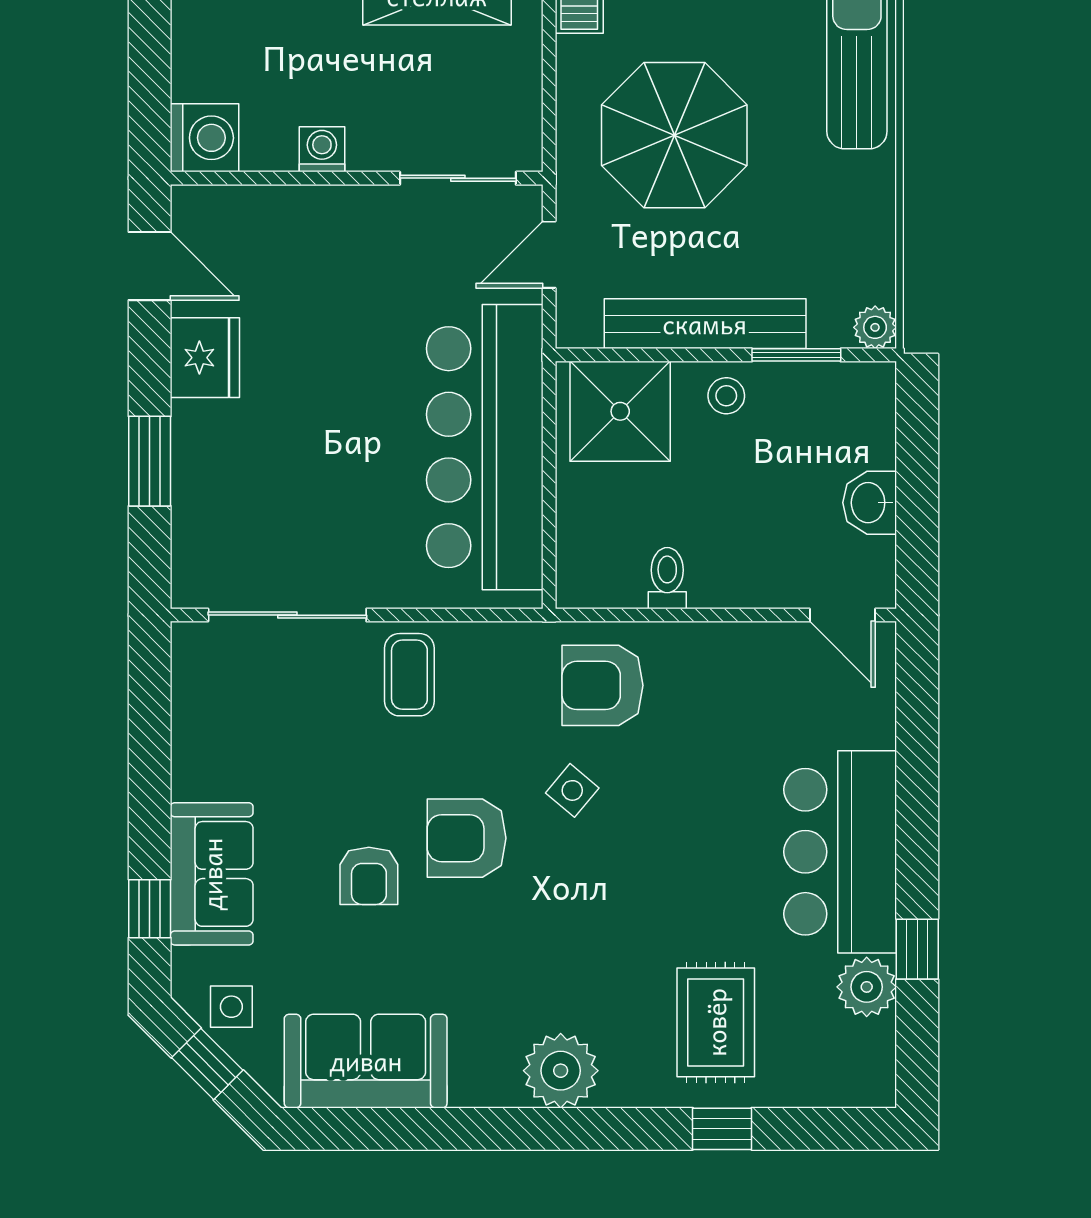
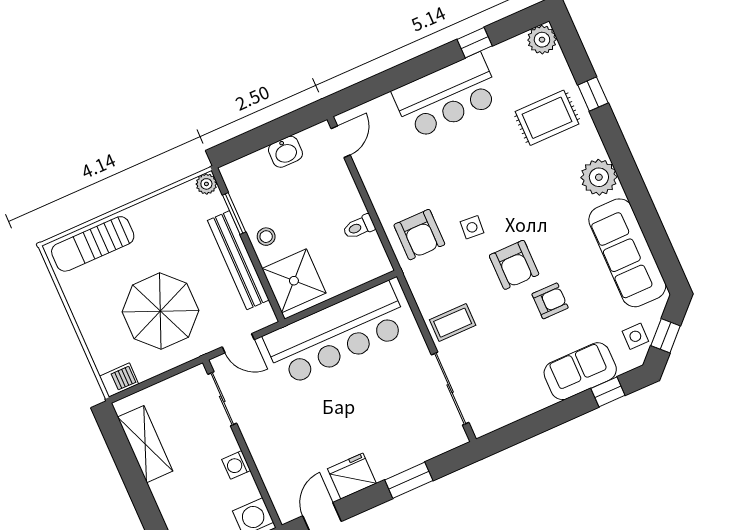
side table: (572, 790) -> (472, 227), turned -36
plant: (867, 987) -> (542, 40), moved
sofa: (366, 1061) -> (627, 253), width x1.36

